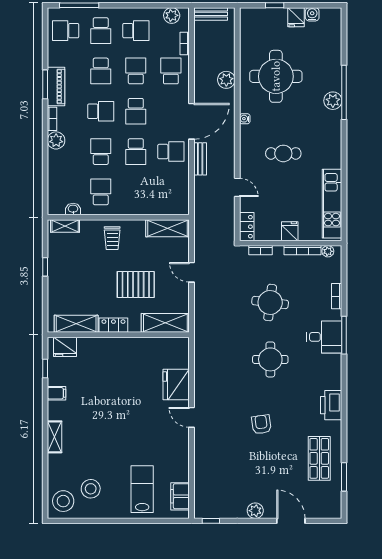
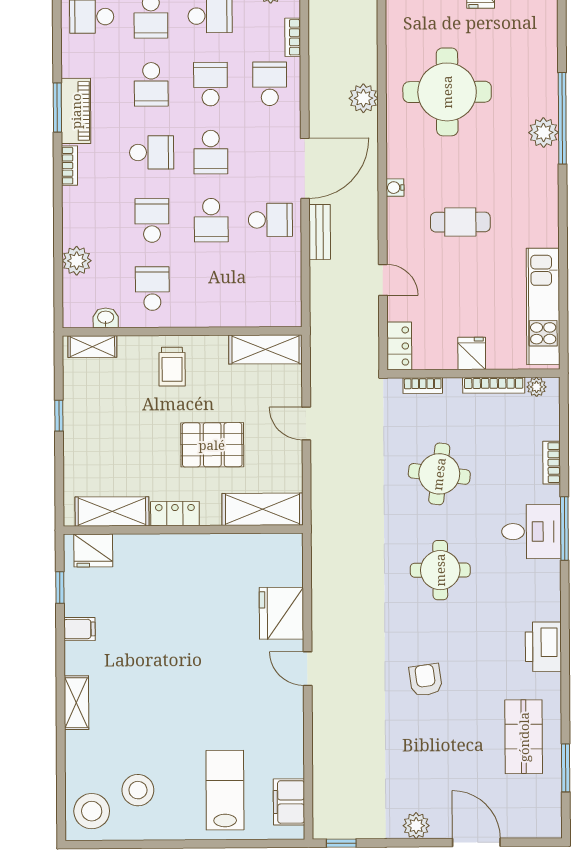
water cooler: (245, 119) -> (395, 188), moved
plant: (56, 140) -> (77, 261), moved

